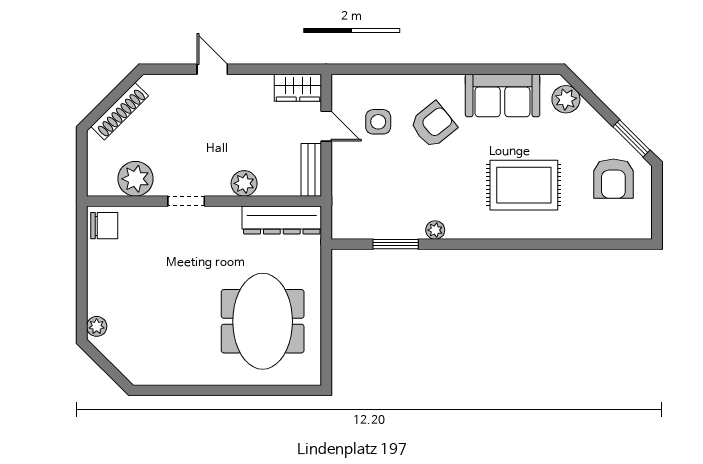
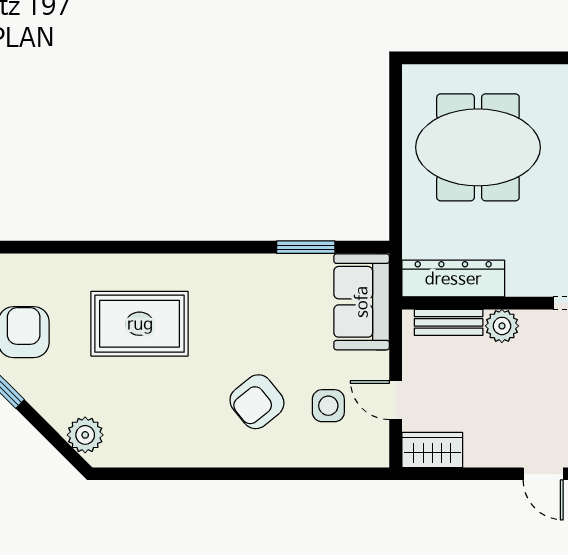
sofa: (502, 95) -> (362, 302), moved, turned -90
bench: (311, 170) -> (449, 322), moved, turned 90
plant: (435, 230) -> (254, 266), removed
meeting table: (263, 321) -> (478, 147), turned 90

